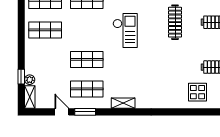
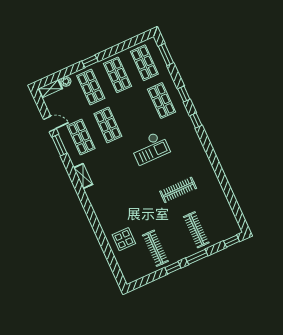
shop shelf: (45, 59) -> (91, 87), added
window: (21, 77) -> (90, 61), moved
door: (62, 112) -> (50, 124), hinge flipped

